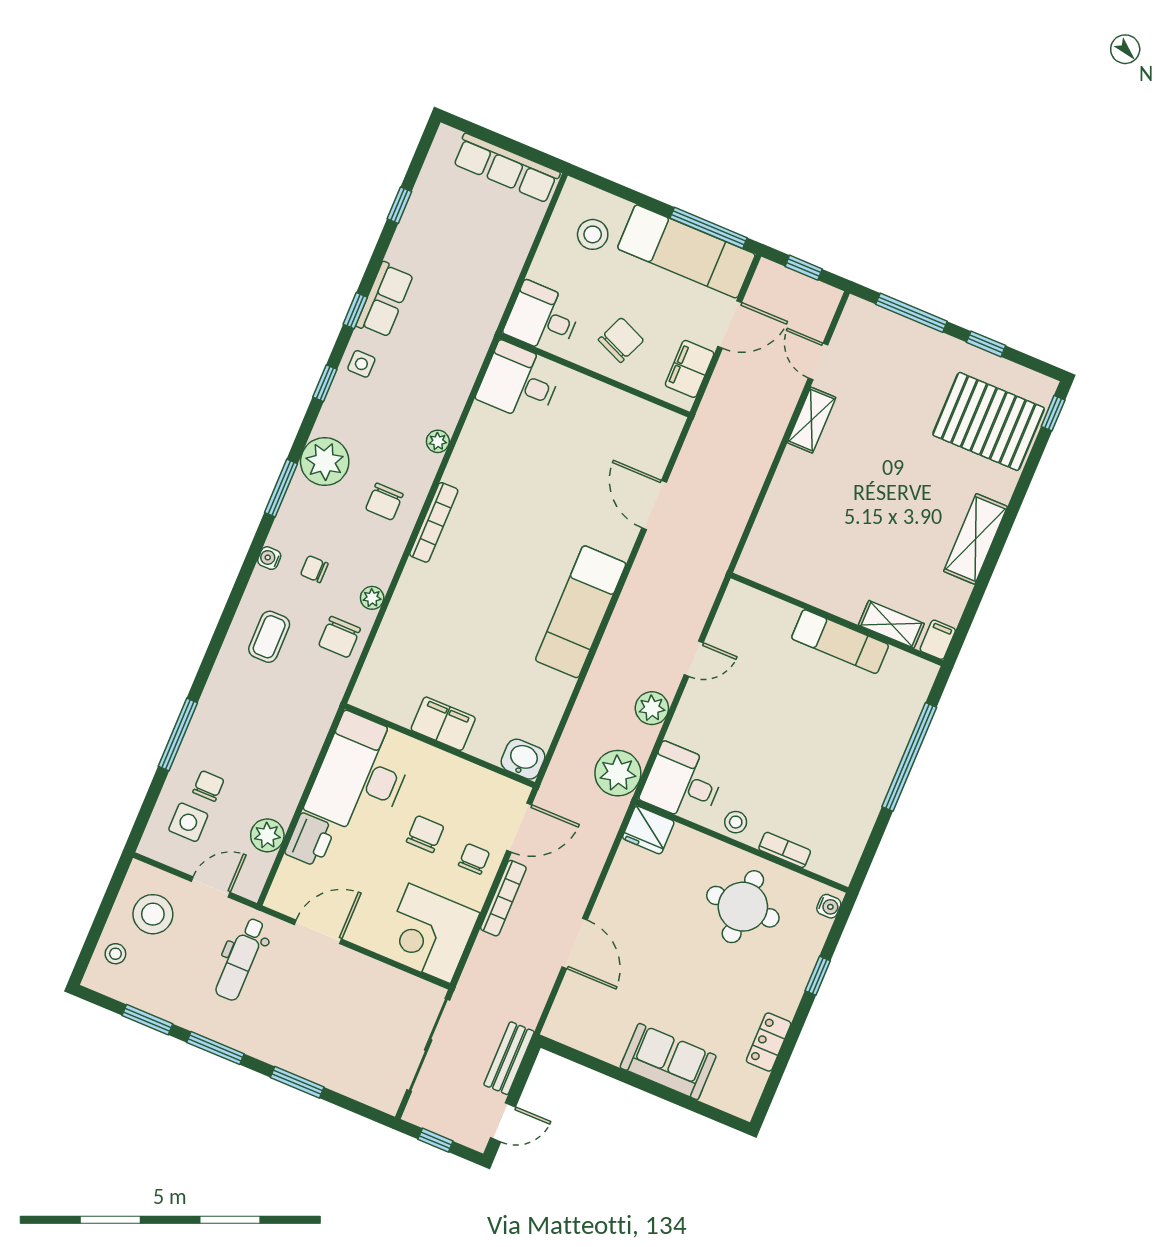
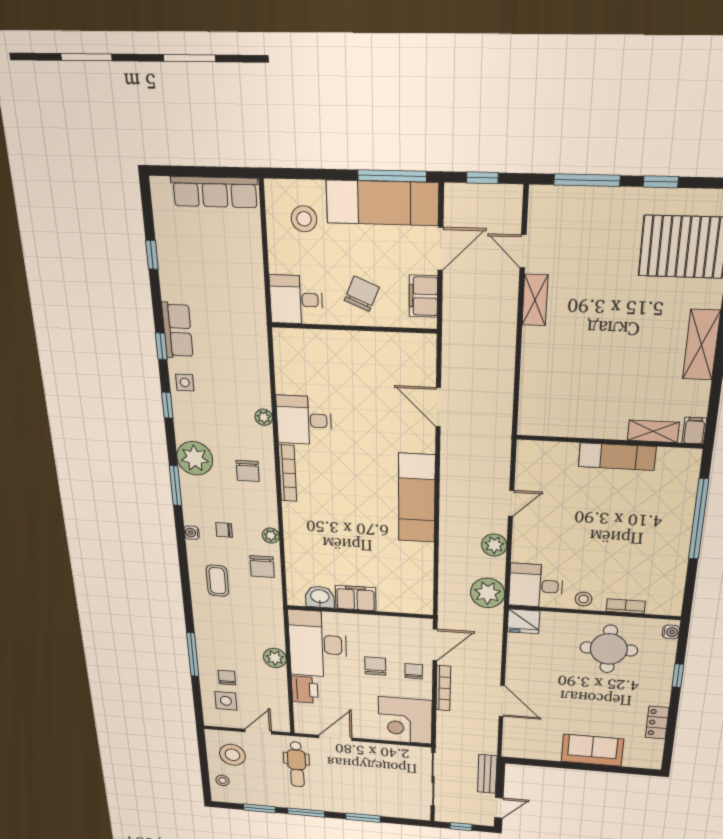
desk: (519, 382) -> (304, 420), moved
washbasin: (523, 759) -> (320, 597), moved
plant: (267, 835) -> (275, 658), moved

